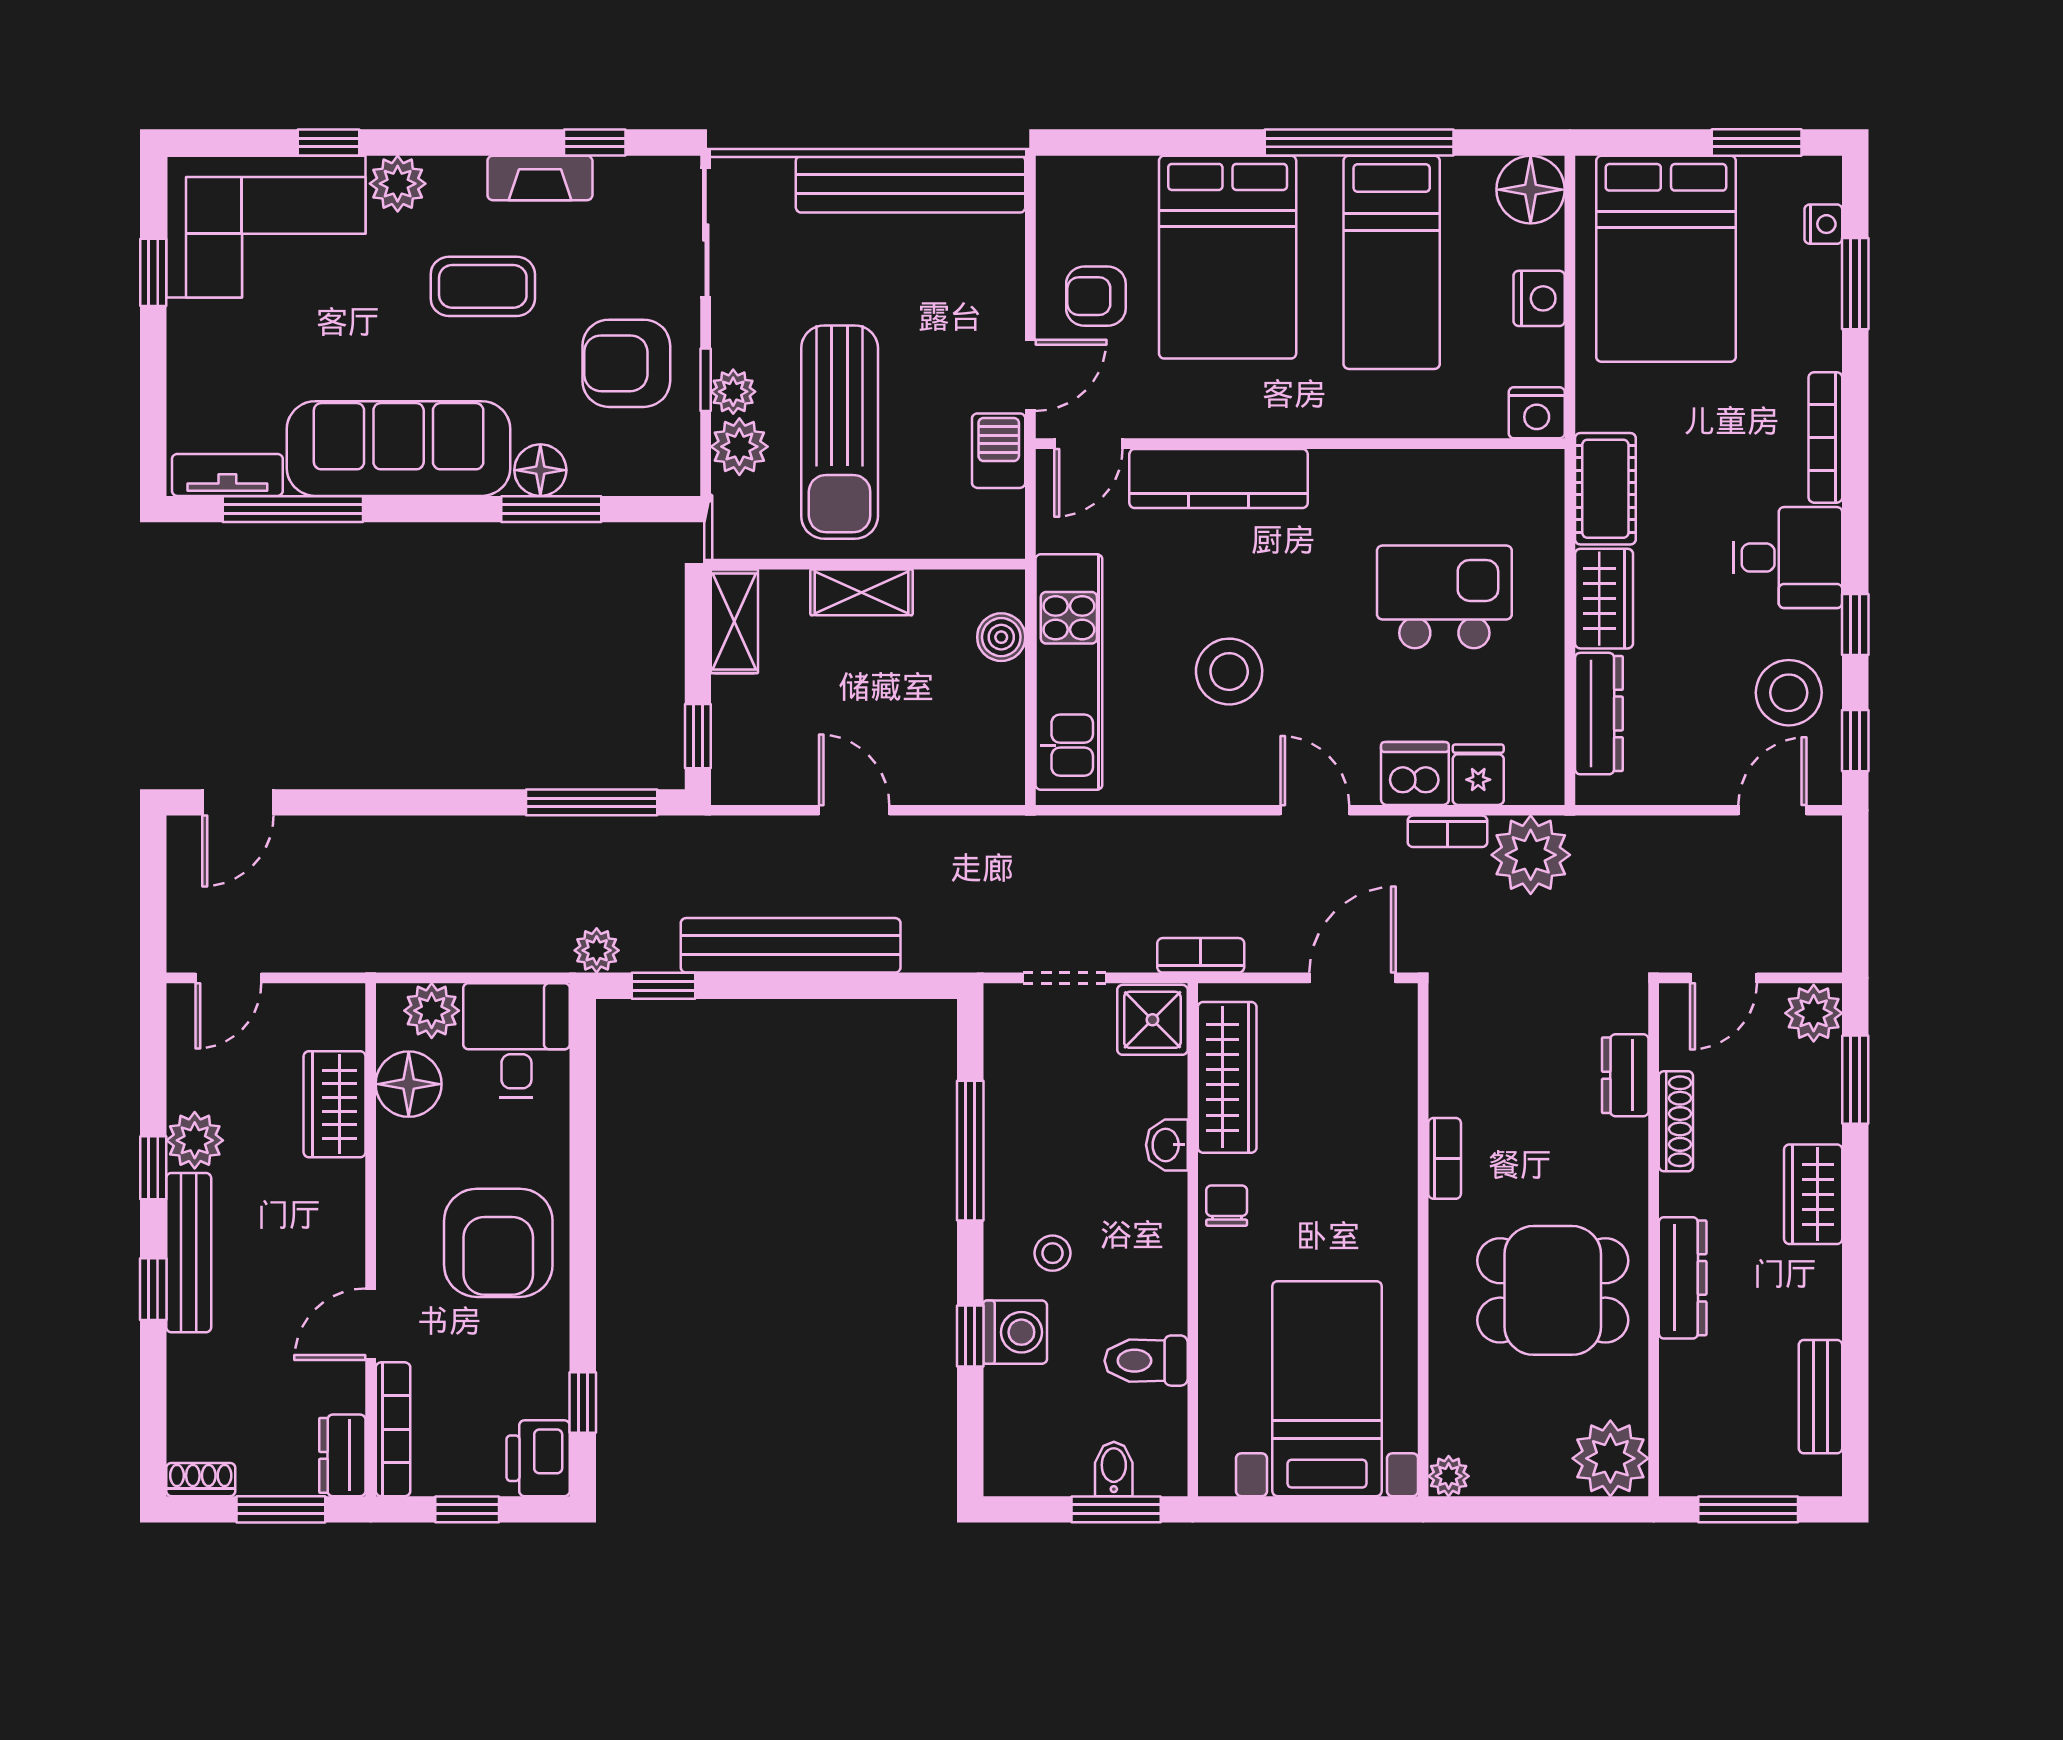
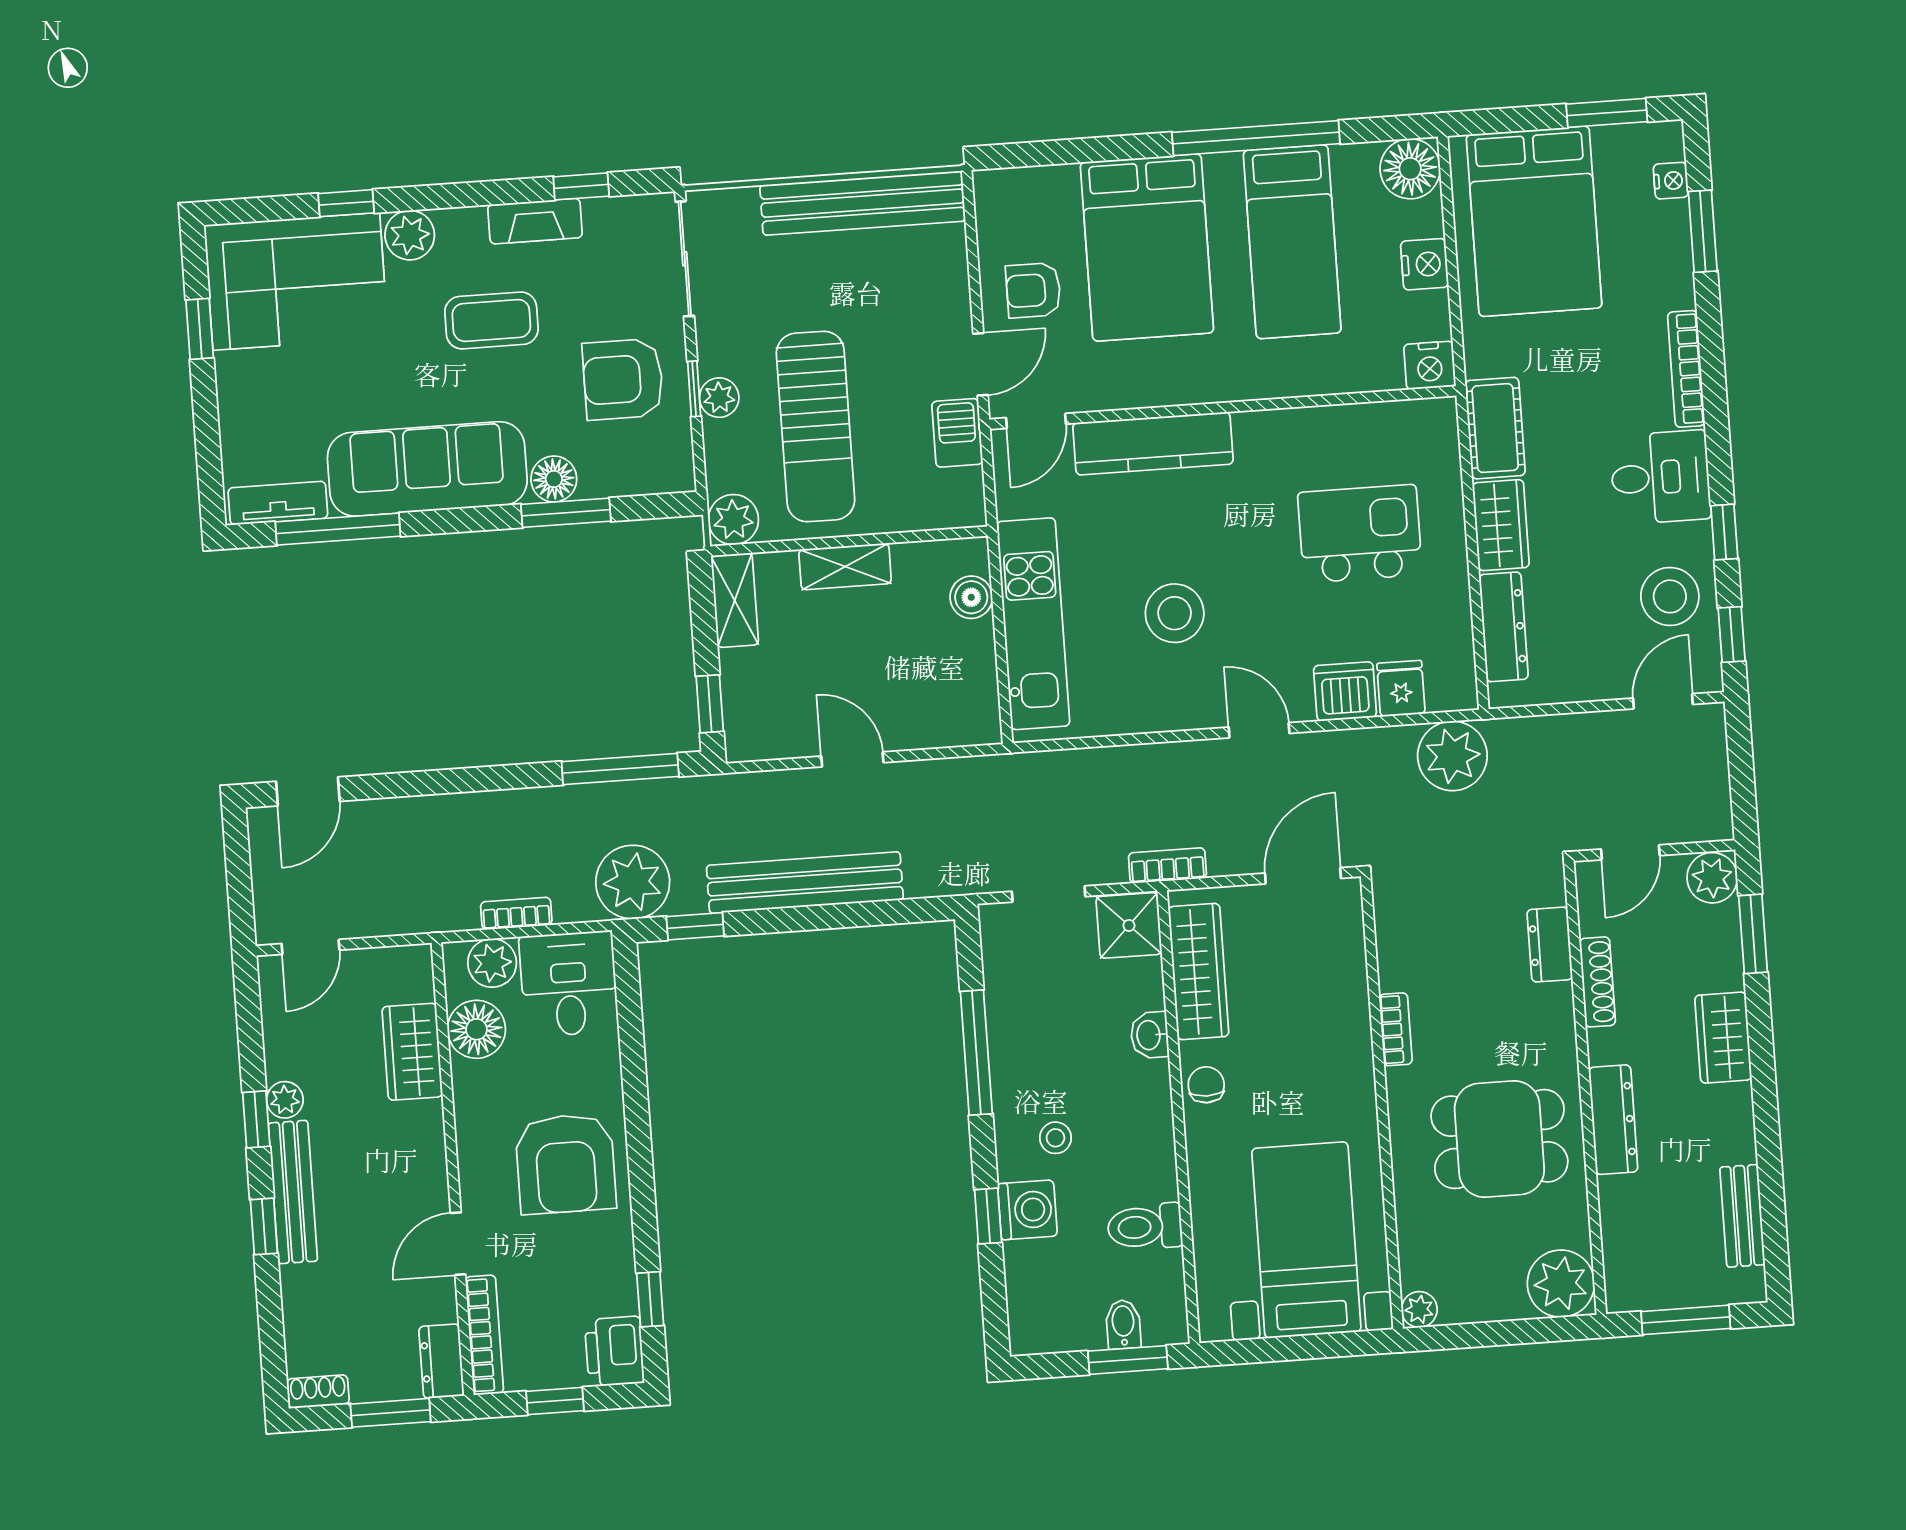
plant: (739, 447) -> (733, 520), moved
bookcase: (1448, 831) -> (516, 913), moved, turned 180
plant: (597, 950) -> (633, 882), width x1.88, depth x1.88
plant: (195, 1140) -> (285, 1100), width x0.73, depth x0.73

